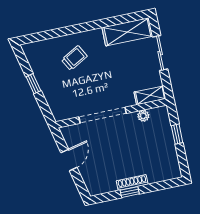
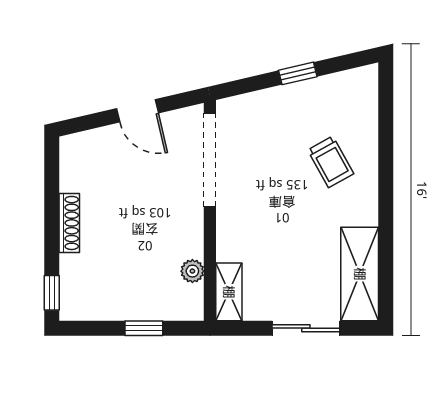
doorway: (103, 115) -> (210, 160), moved
window: (130, 192) -> (52, 293), moved

